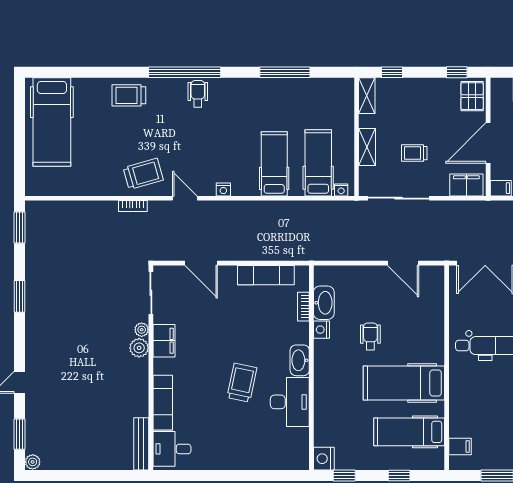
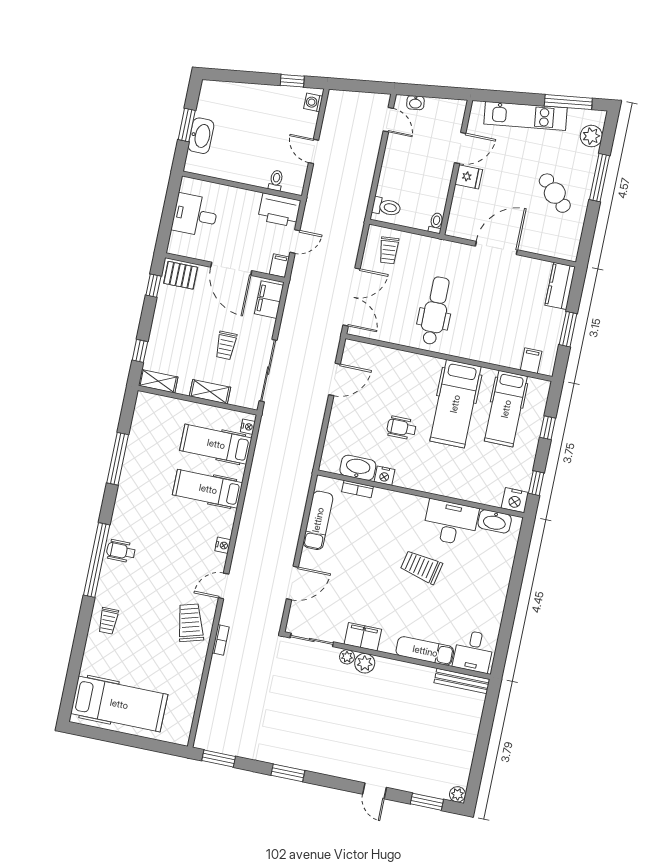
trolley: (129, 95) -> (108, 621), width x0.73, depth x0.72
washbasin: (300, 360) -> (495, 521), moved

